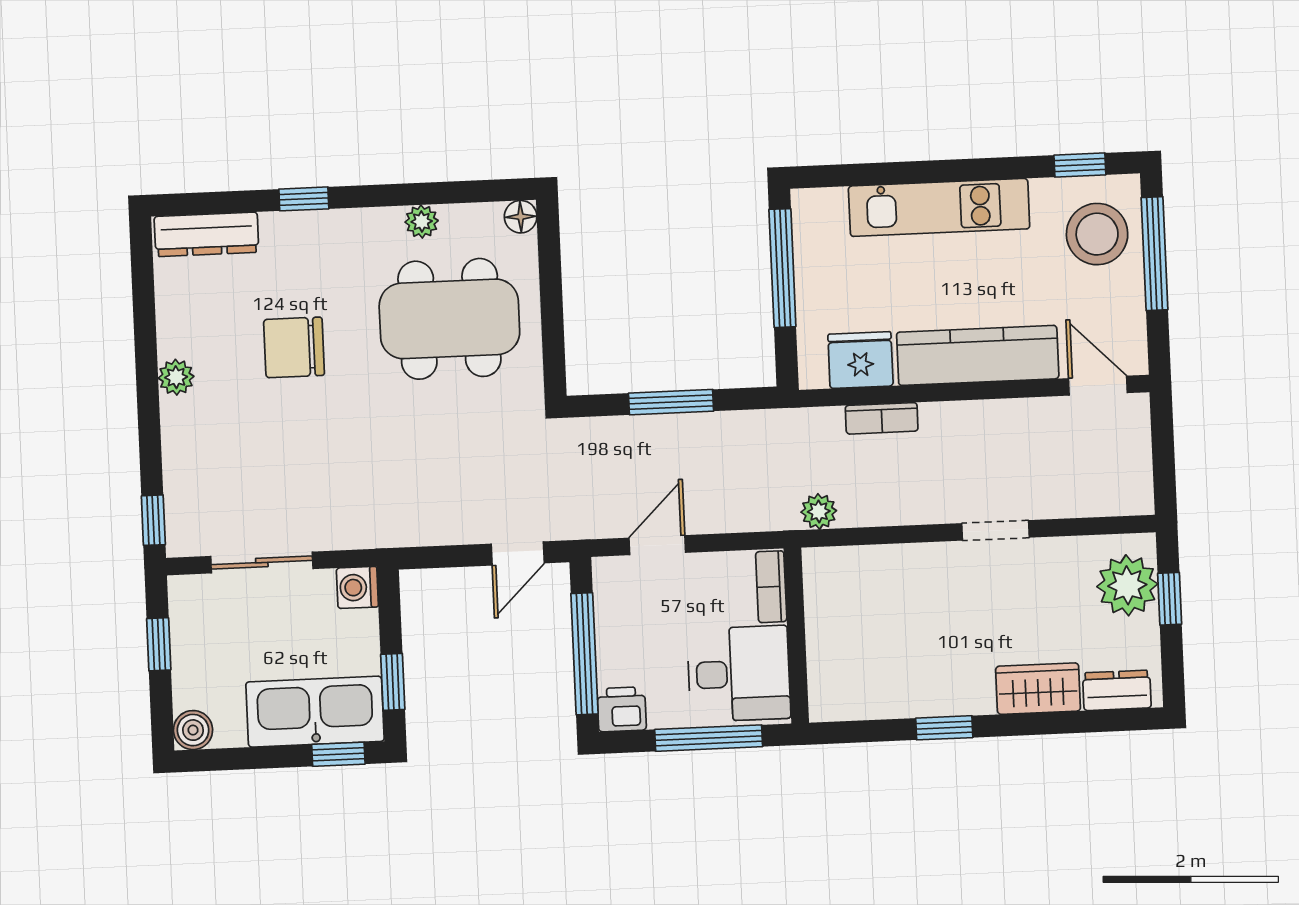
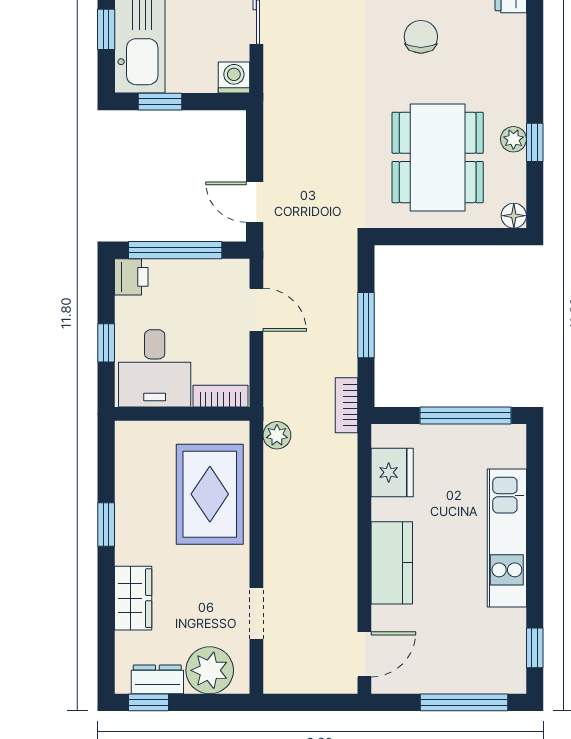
window: (304, 199) -> (535, 142), moved
stool: (1097, 234) -> (481, 659), removed
chair: (294, 347) -> (421, 37), width x0.73, depth x0.73
kitchen counter: (978, 355) -> (392, 563), width x0.67
bookcase: (882, 418) -> (347, 405), moved
doorway: (995, 530) -> (256, 614), moved
rug: (899, 595) -> (210, 494), added
window: (1170, 599) -> (149, 702), moved
dresser: (1117, 690) -> (157, 679), moved, turned -90
window: (709, 738) -> (106, 343), width x0.46
window: (338, 754) -> (106, 29), moved

